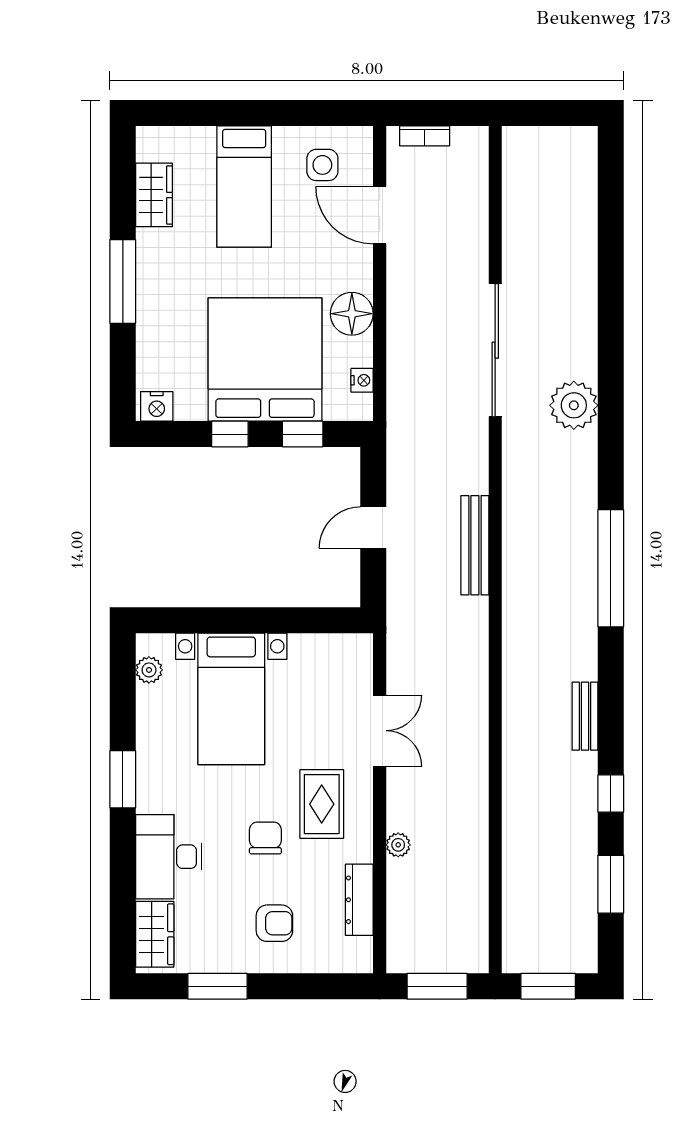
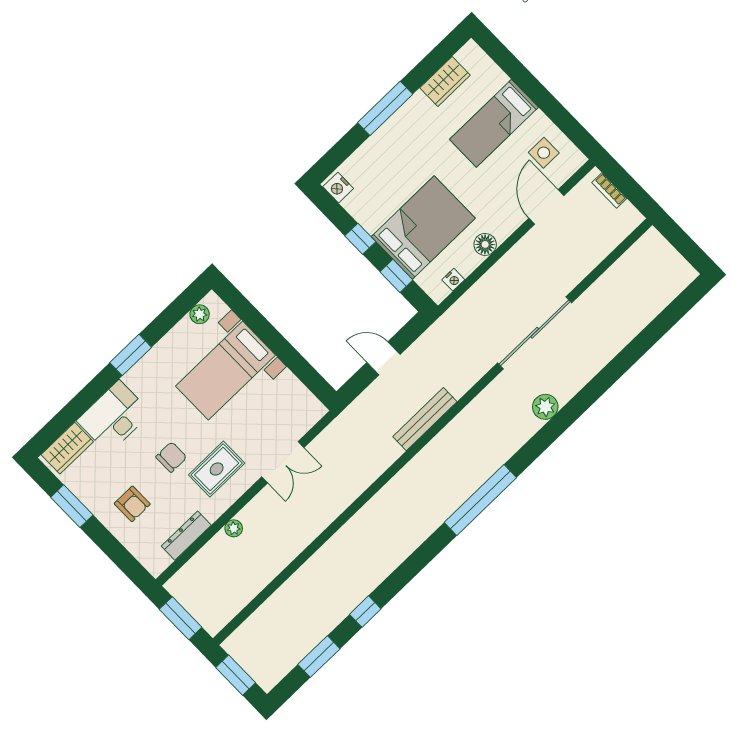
floor lamp: (352, 314) -> (485, 244), width x0.73, depth x0.73
bed: (265, 359) -> (423, 227), width x0.73
plant: (574, 405) -> (545, 407), width x0.73, depth x0.73
bench: (585, 716) -> (392, 560), removed

